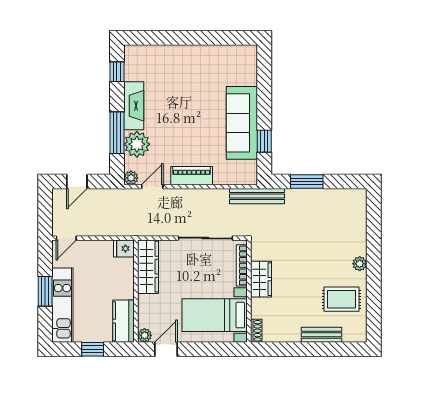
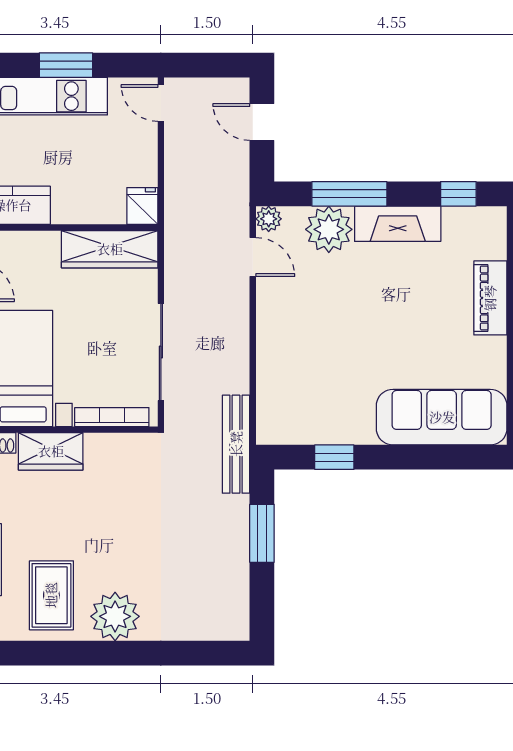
sofa: (242, 123) -> (442, 417), moved
piano: (192, 176) -> (490, 298), moved, turned 180
plant: (360, 264) -> (115, 616), width x1.88, depth x1.88
wardrobe: (261, 279) -> (51, 451), moved

